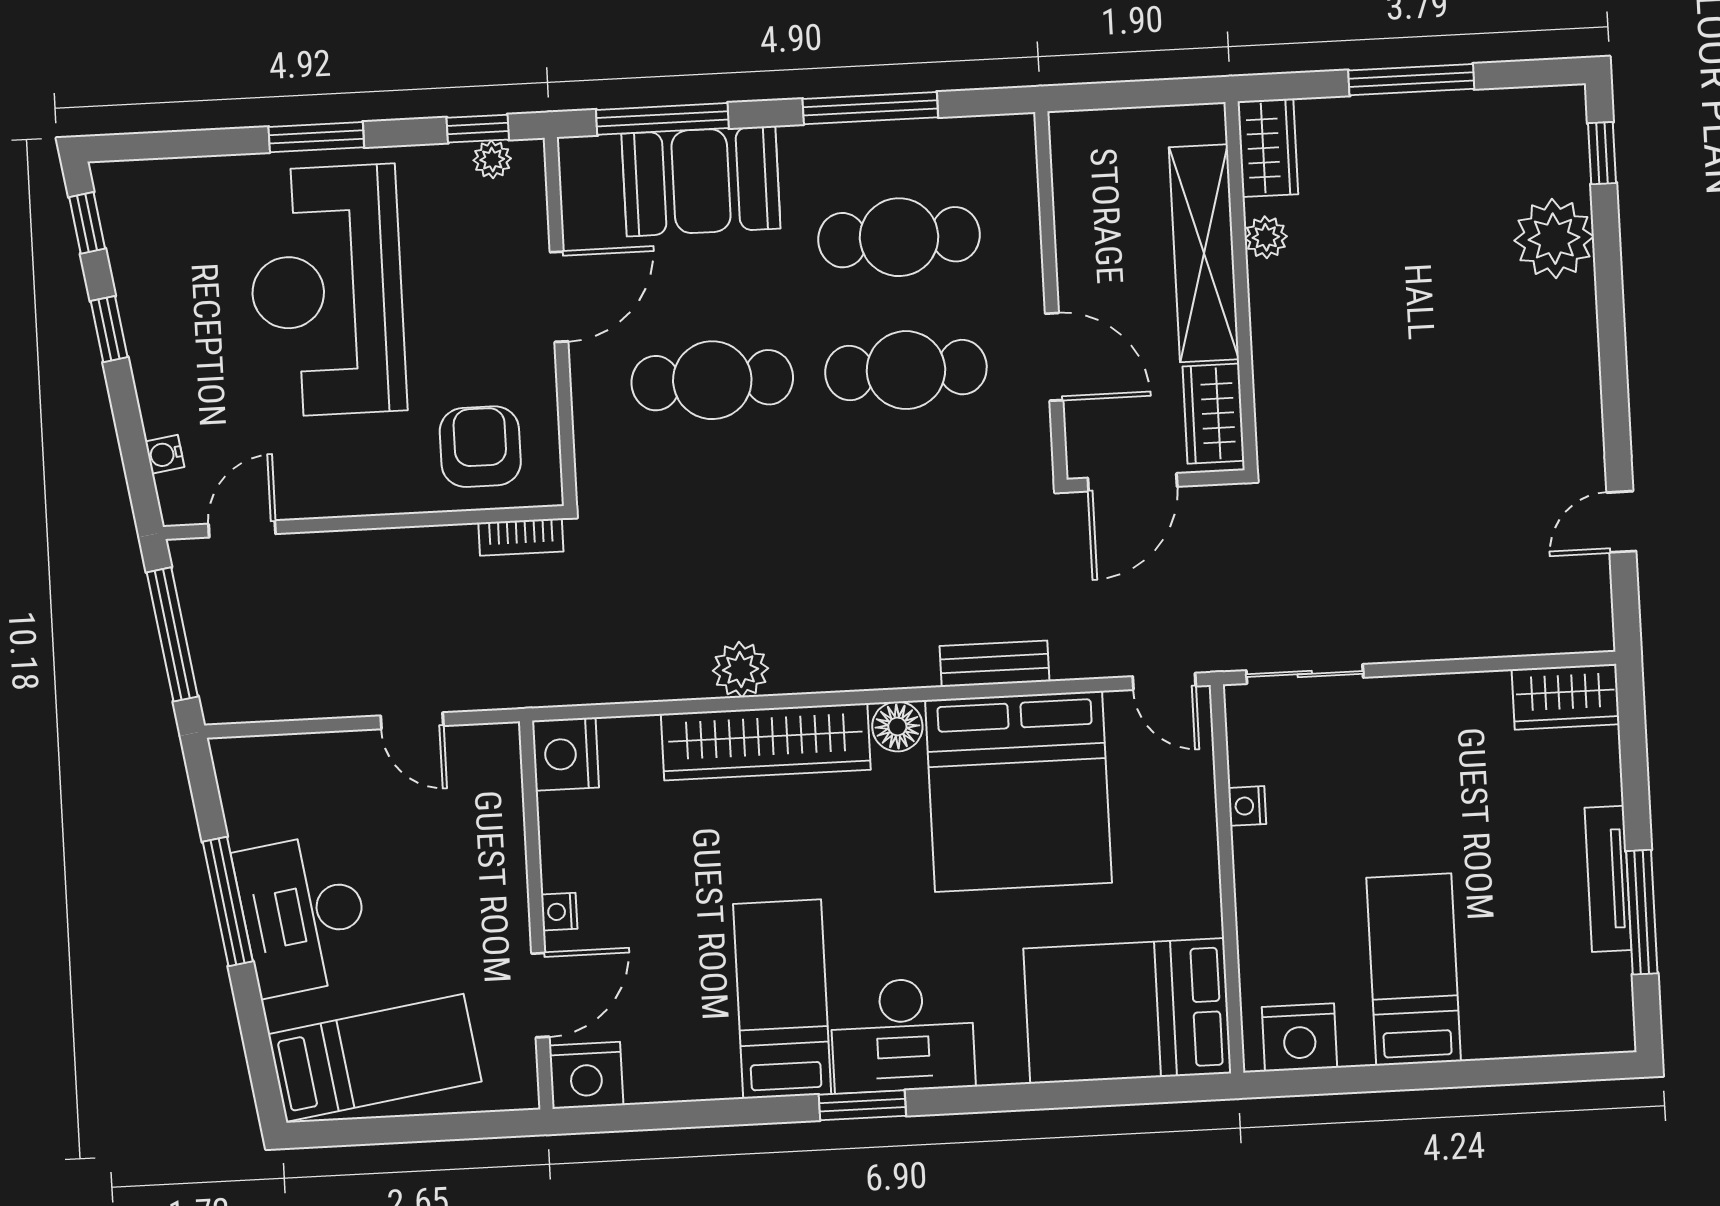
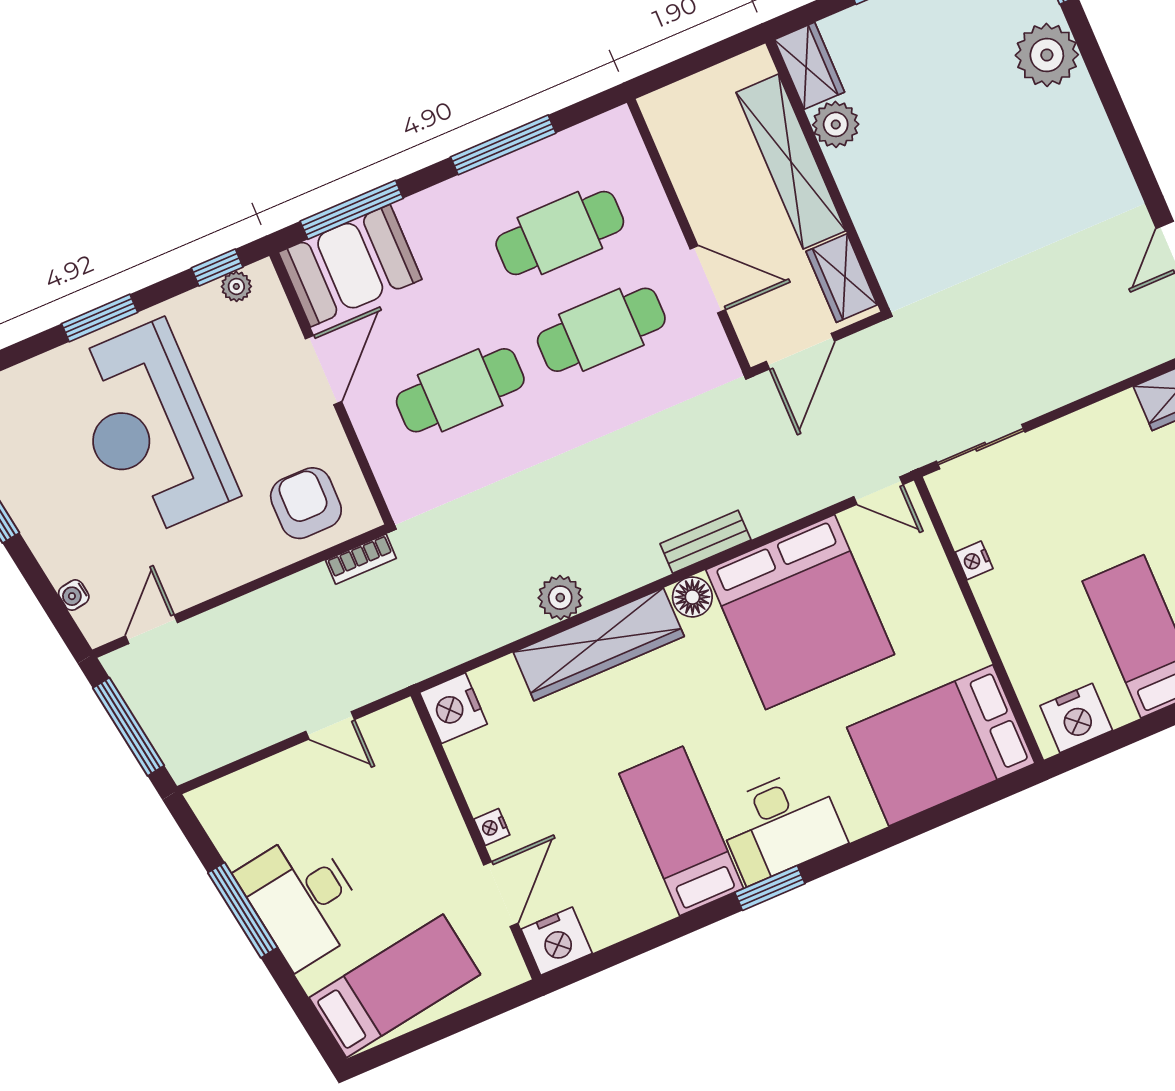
booth: (701, 181) -> (350, 266), moved
plant: (1266, 237) -> (836, 124), width x1.38, depth x1.38
bench: (994, 664) -> (705, 542), moved

